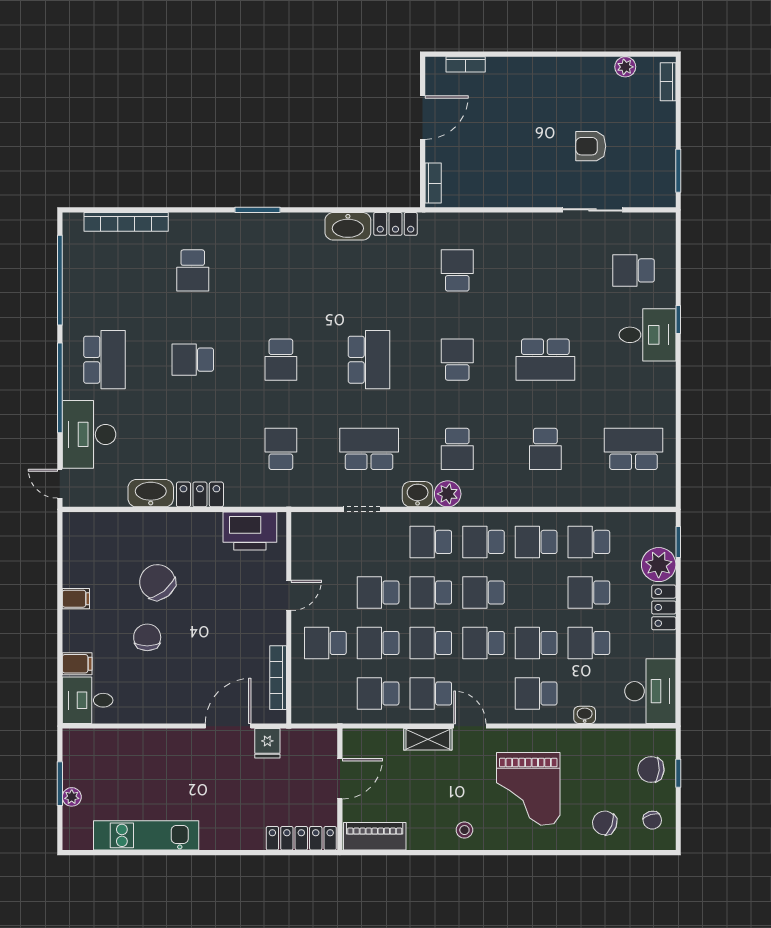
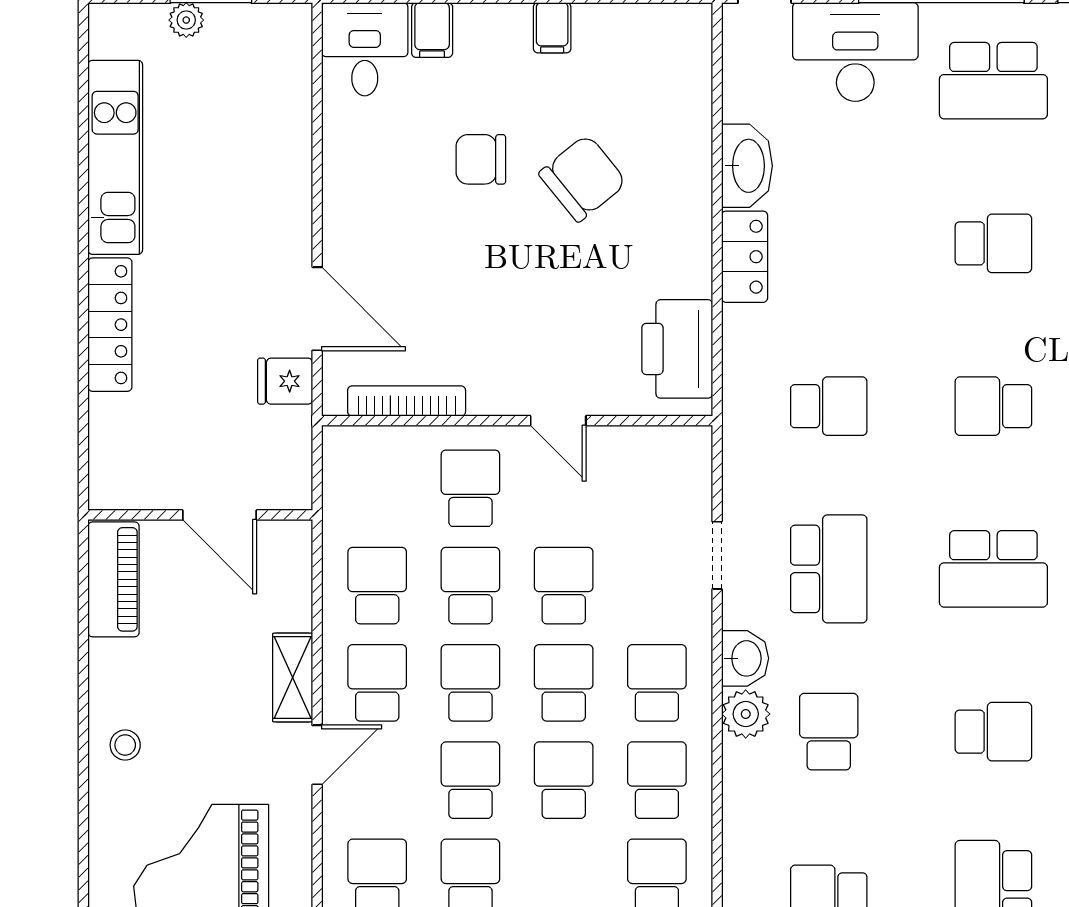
school desk: (193, 360) -> (993, 243), turned 90
school desk: (457, 449) -> (829, 732), turned 90
chair: (147, 637) -> (481, 159), turned 180
locker: (301, 838) -> (110, 325), moved

